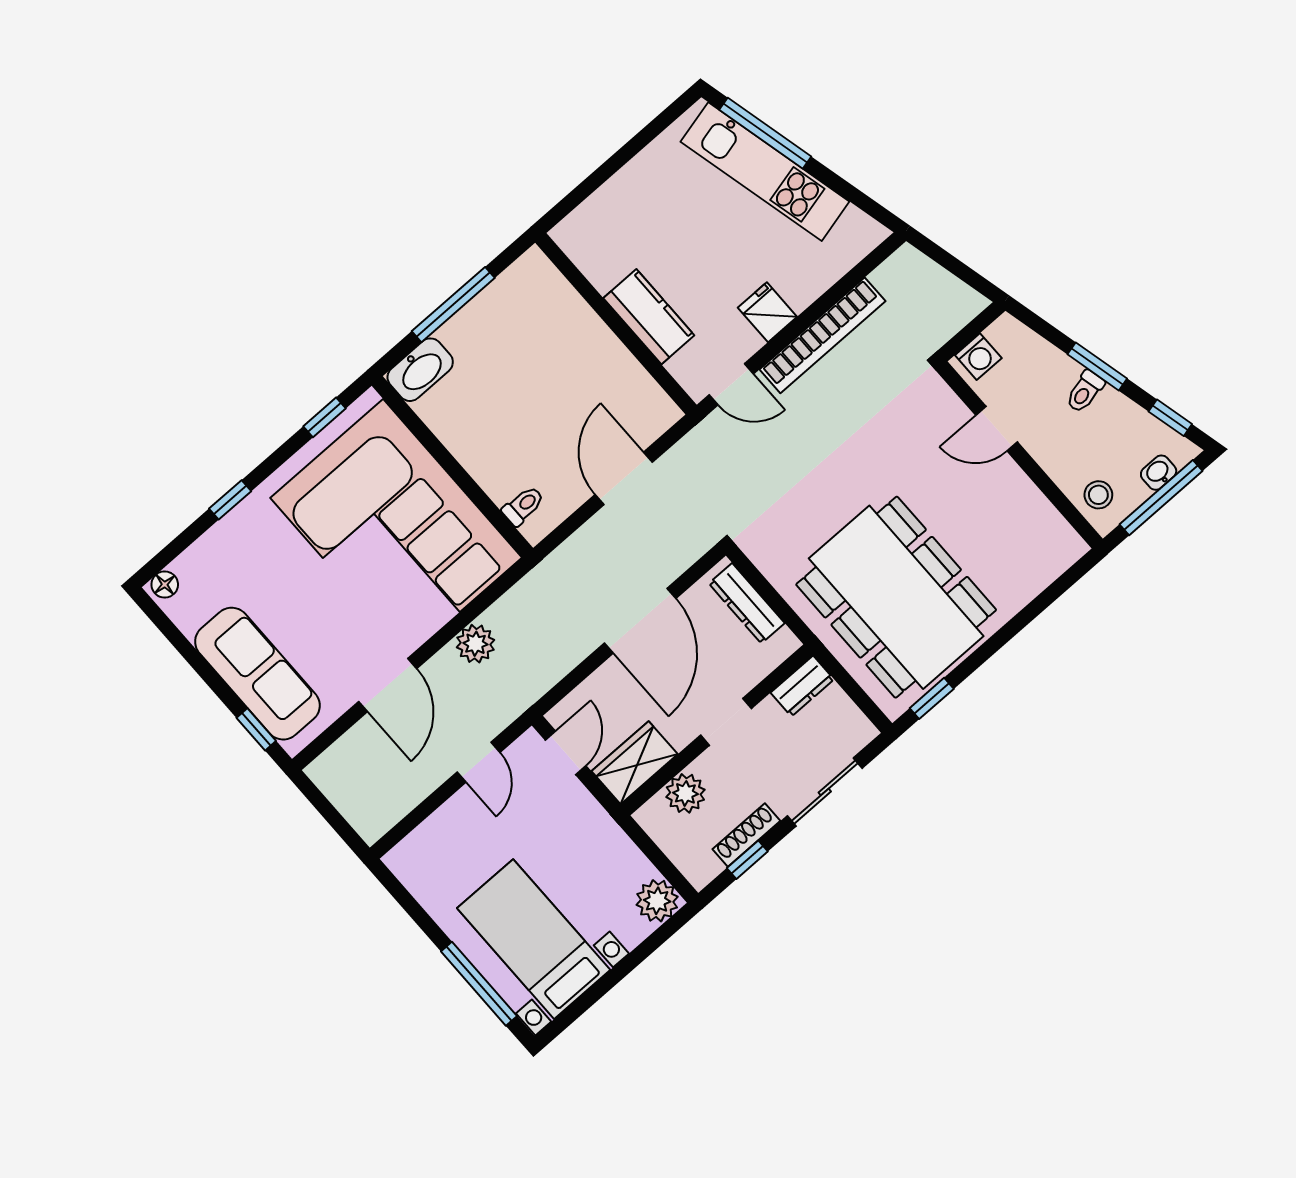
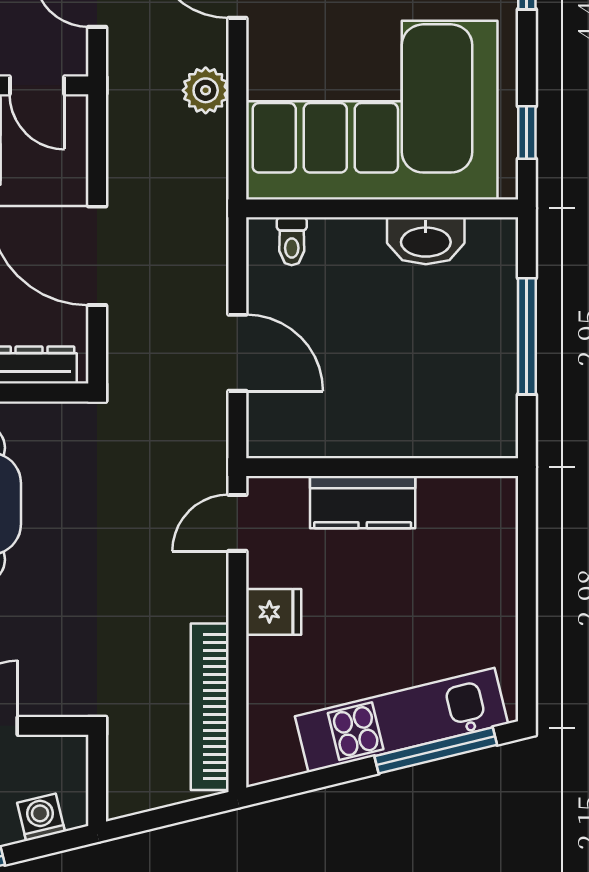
bookcase: (823, 335) -> (210, 707), moved
washing machine: (978, 357) -> (41, 817), moved, turned 76
washbasin: (420, 370) -> (426, 241), moved, turned -90

